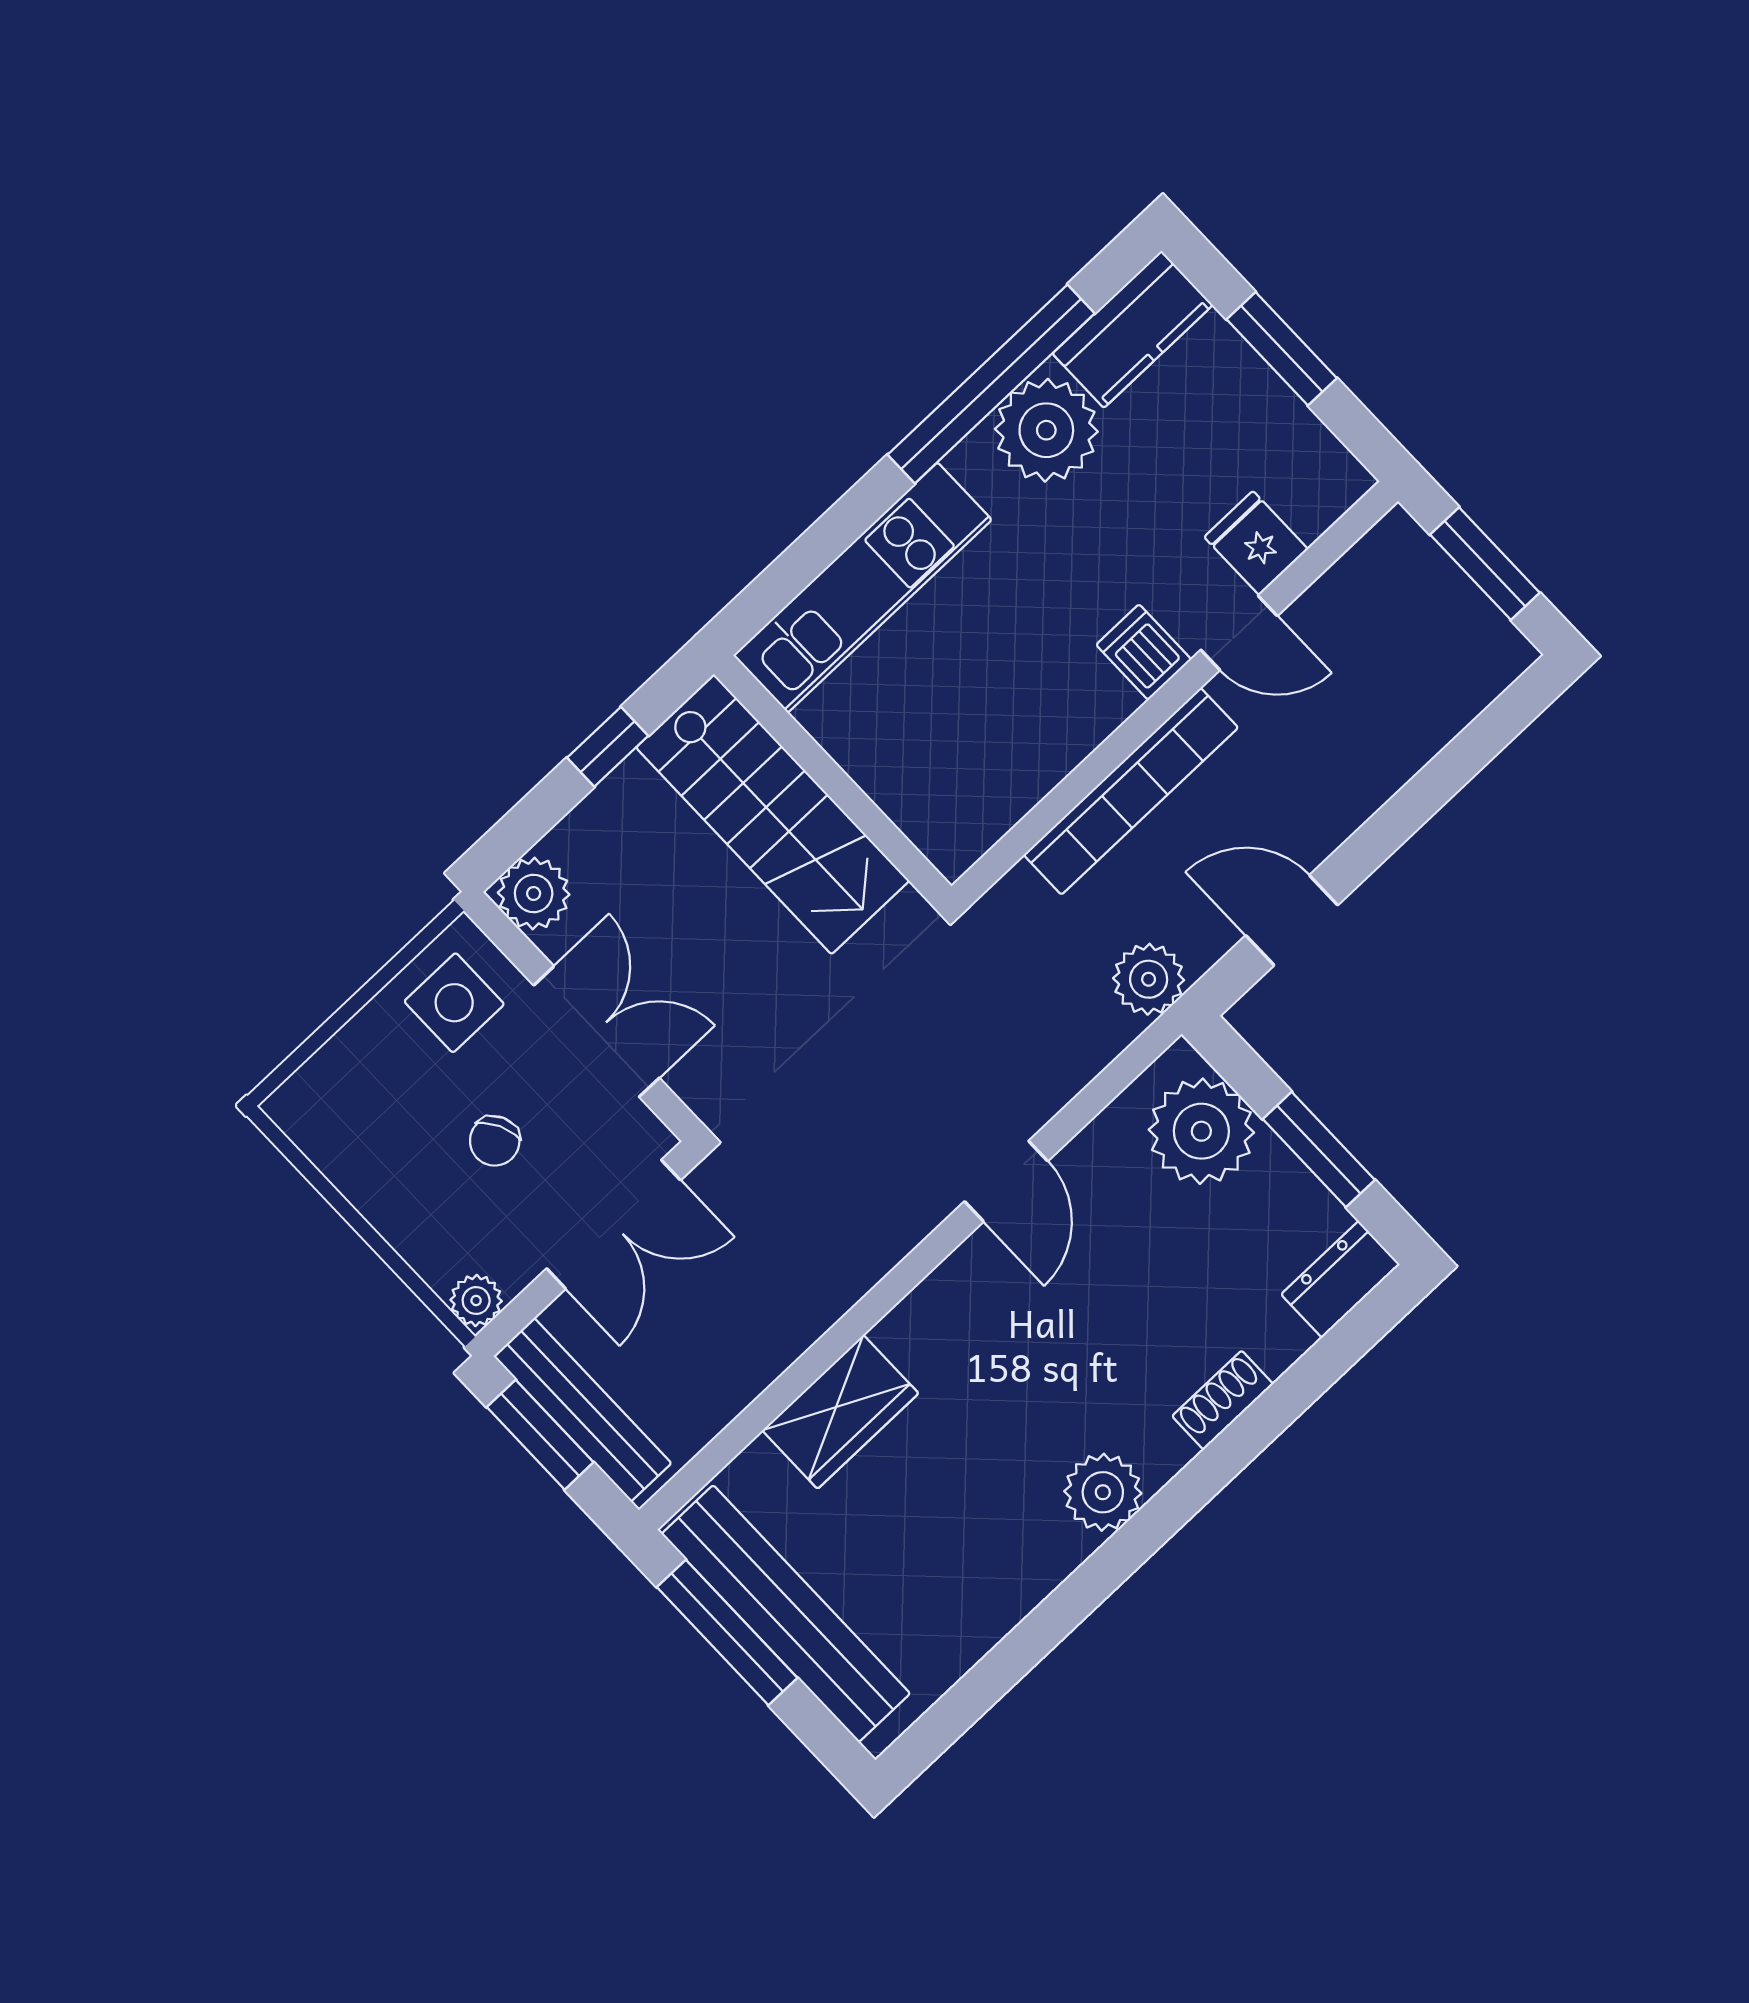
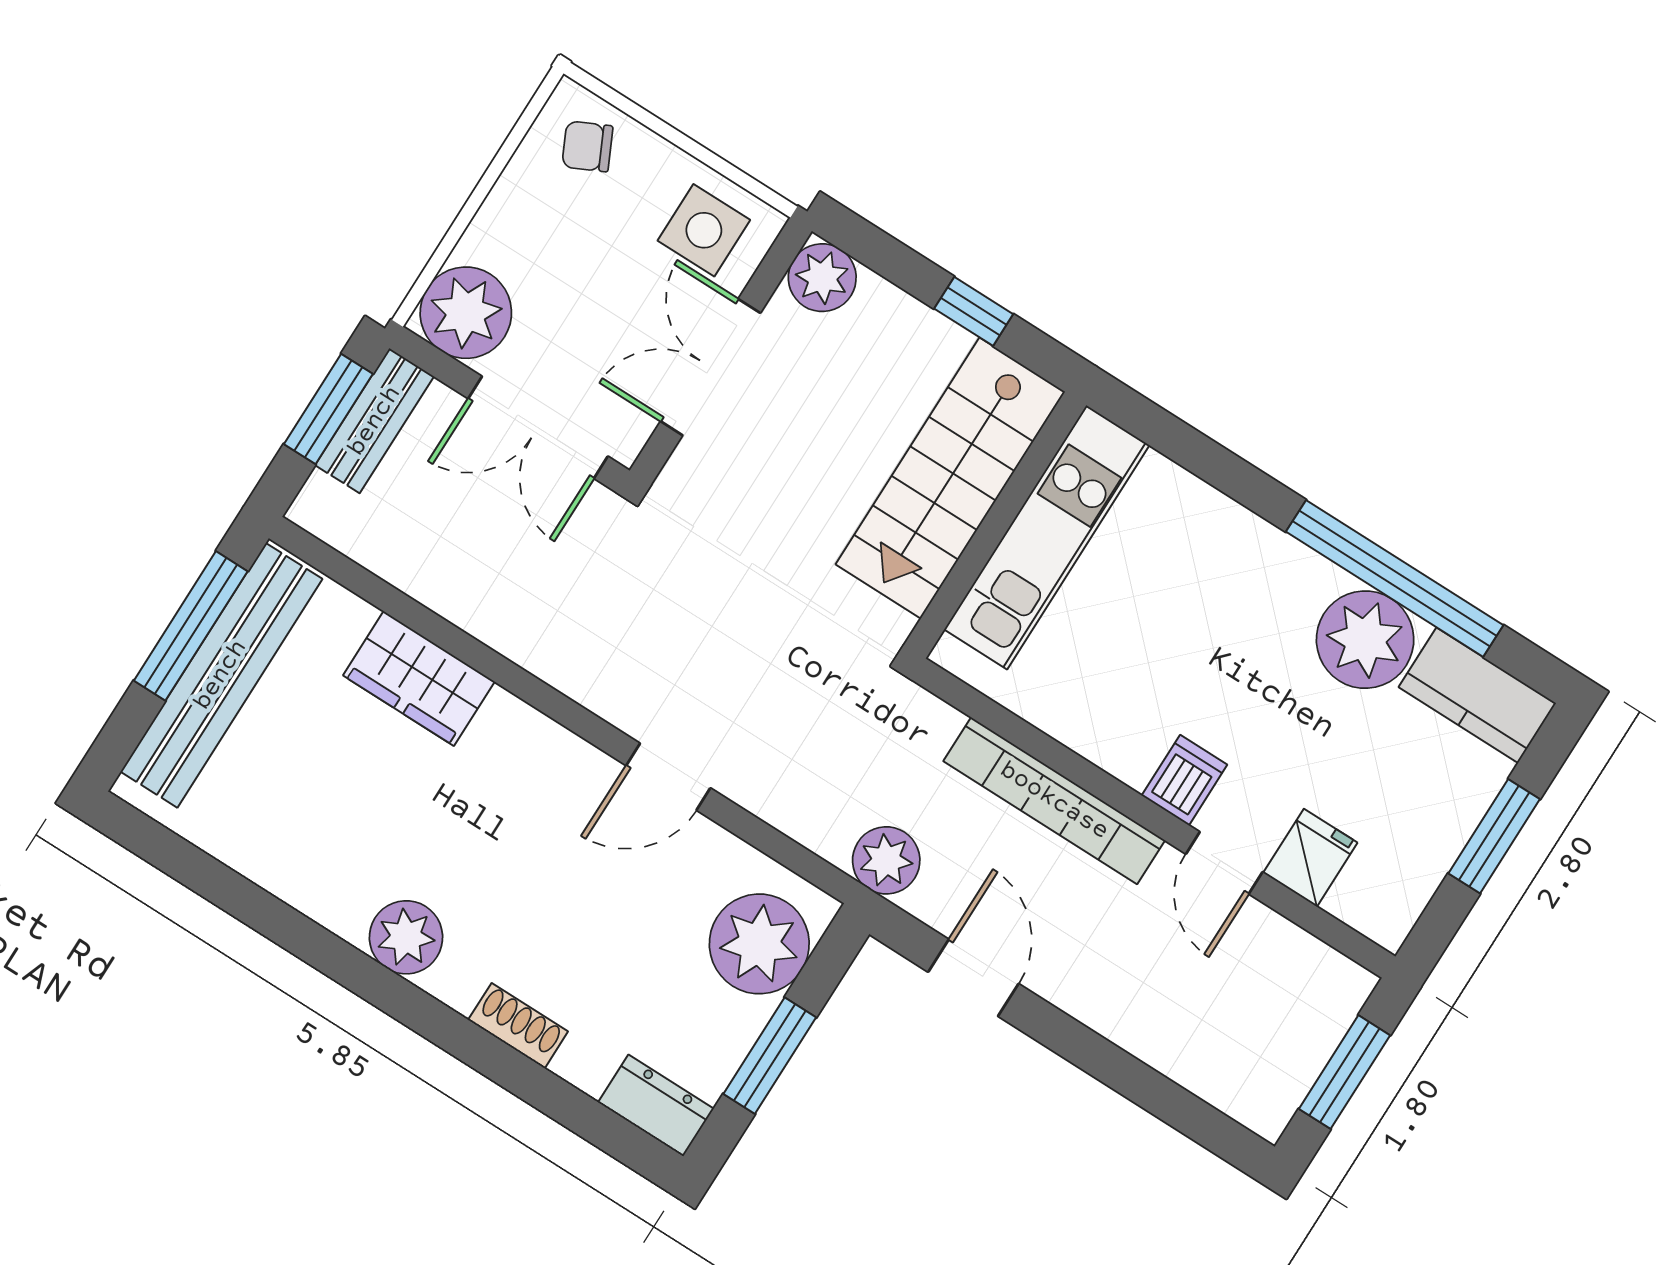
kitchen unit: (863, 588) -> (1047, 537), moved, turned -90
double door: (596, 1032) -> (710, 367), swing flipped
chair: (495, 1141) -> (587, 146), moved
plant: (476, 1301) -> (466, 313), width x1.88, depth x1.88
bench: (583, 1410) -> (375, 421), width x0.73

